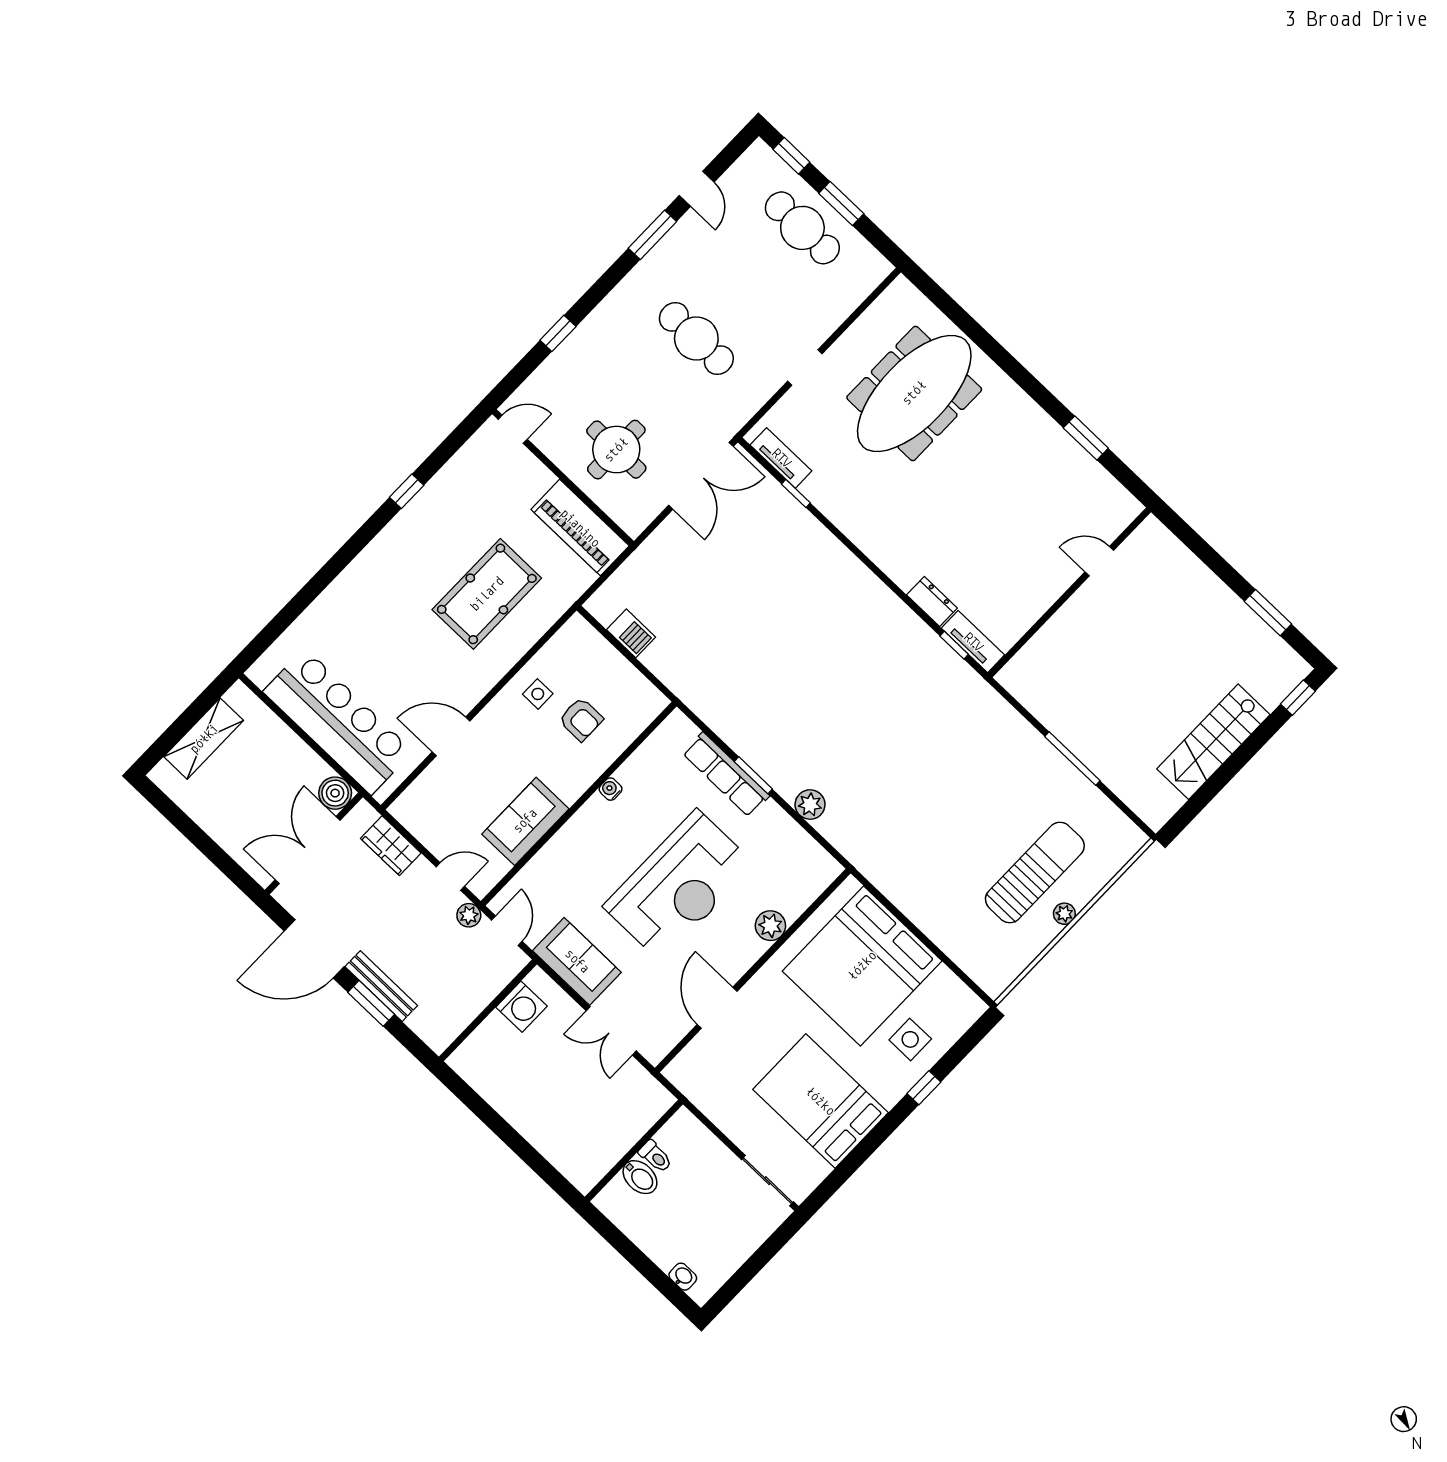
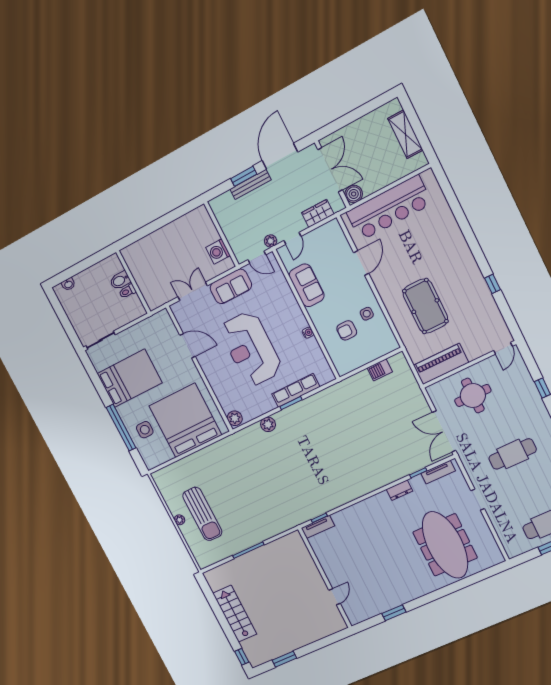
dresser: (932, 601) -> (399, 490), moved
plant: (770, 926) -> (235, 418), moved
window: (924, 1088) -> (121, 428), width x3.17

